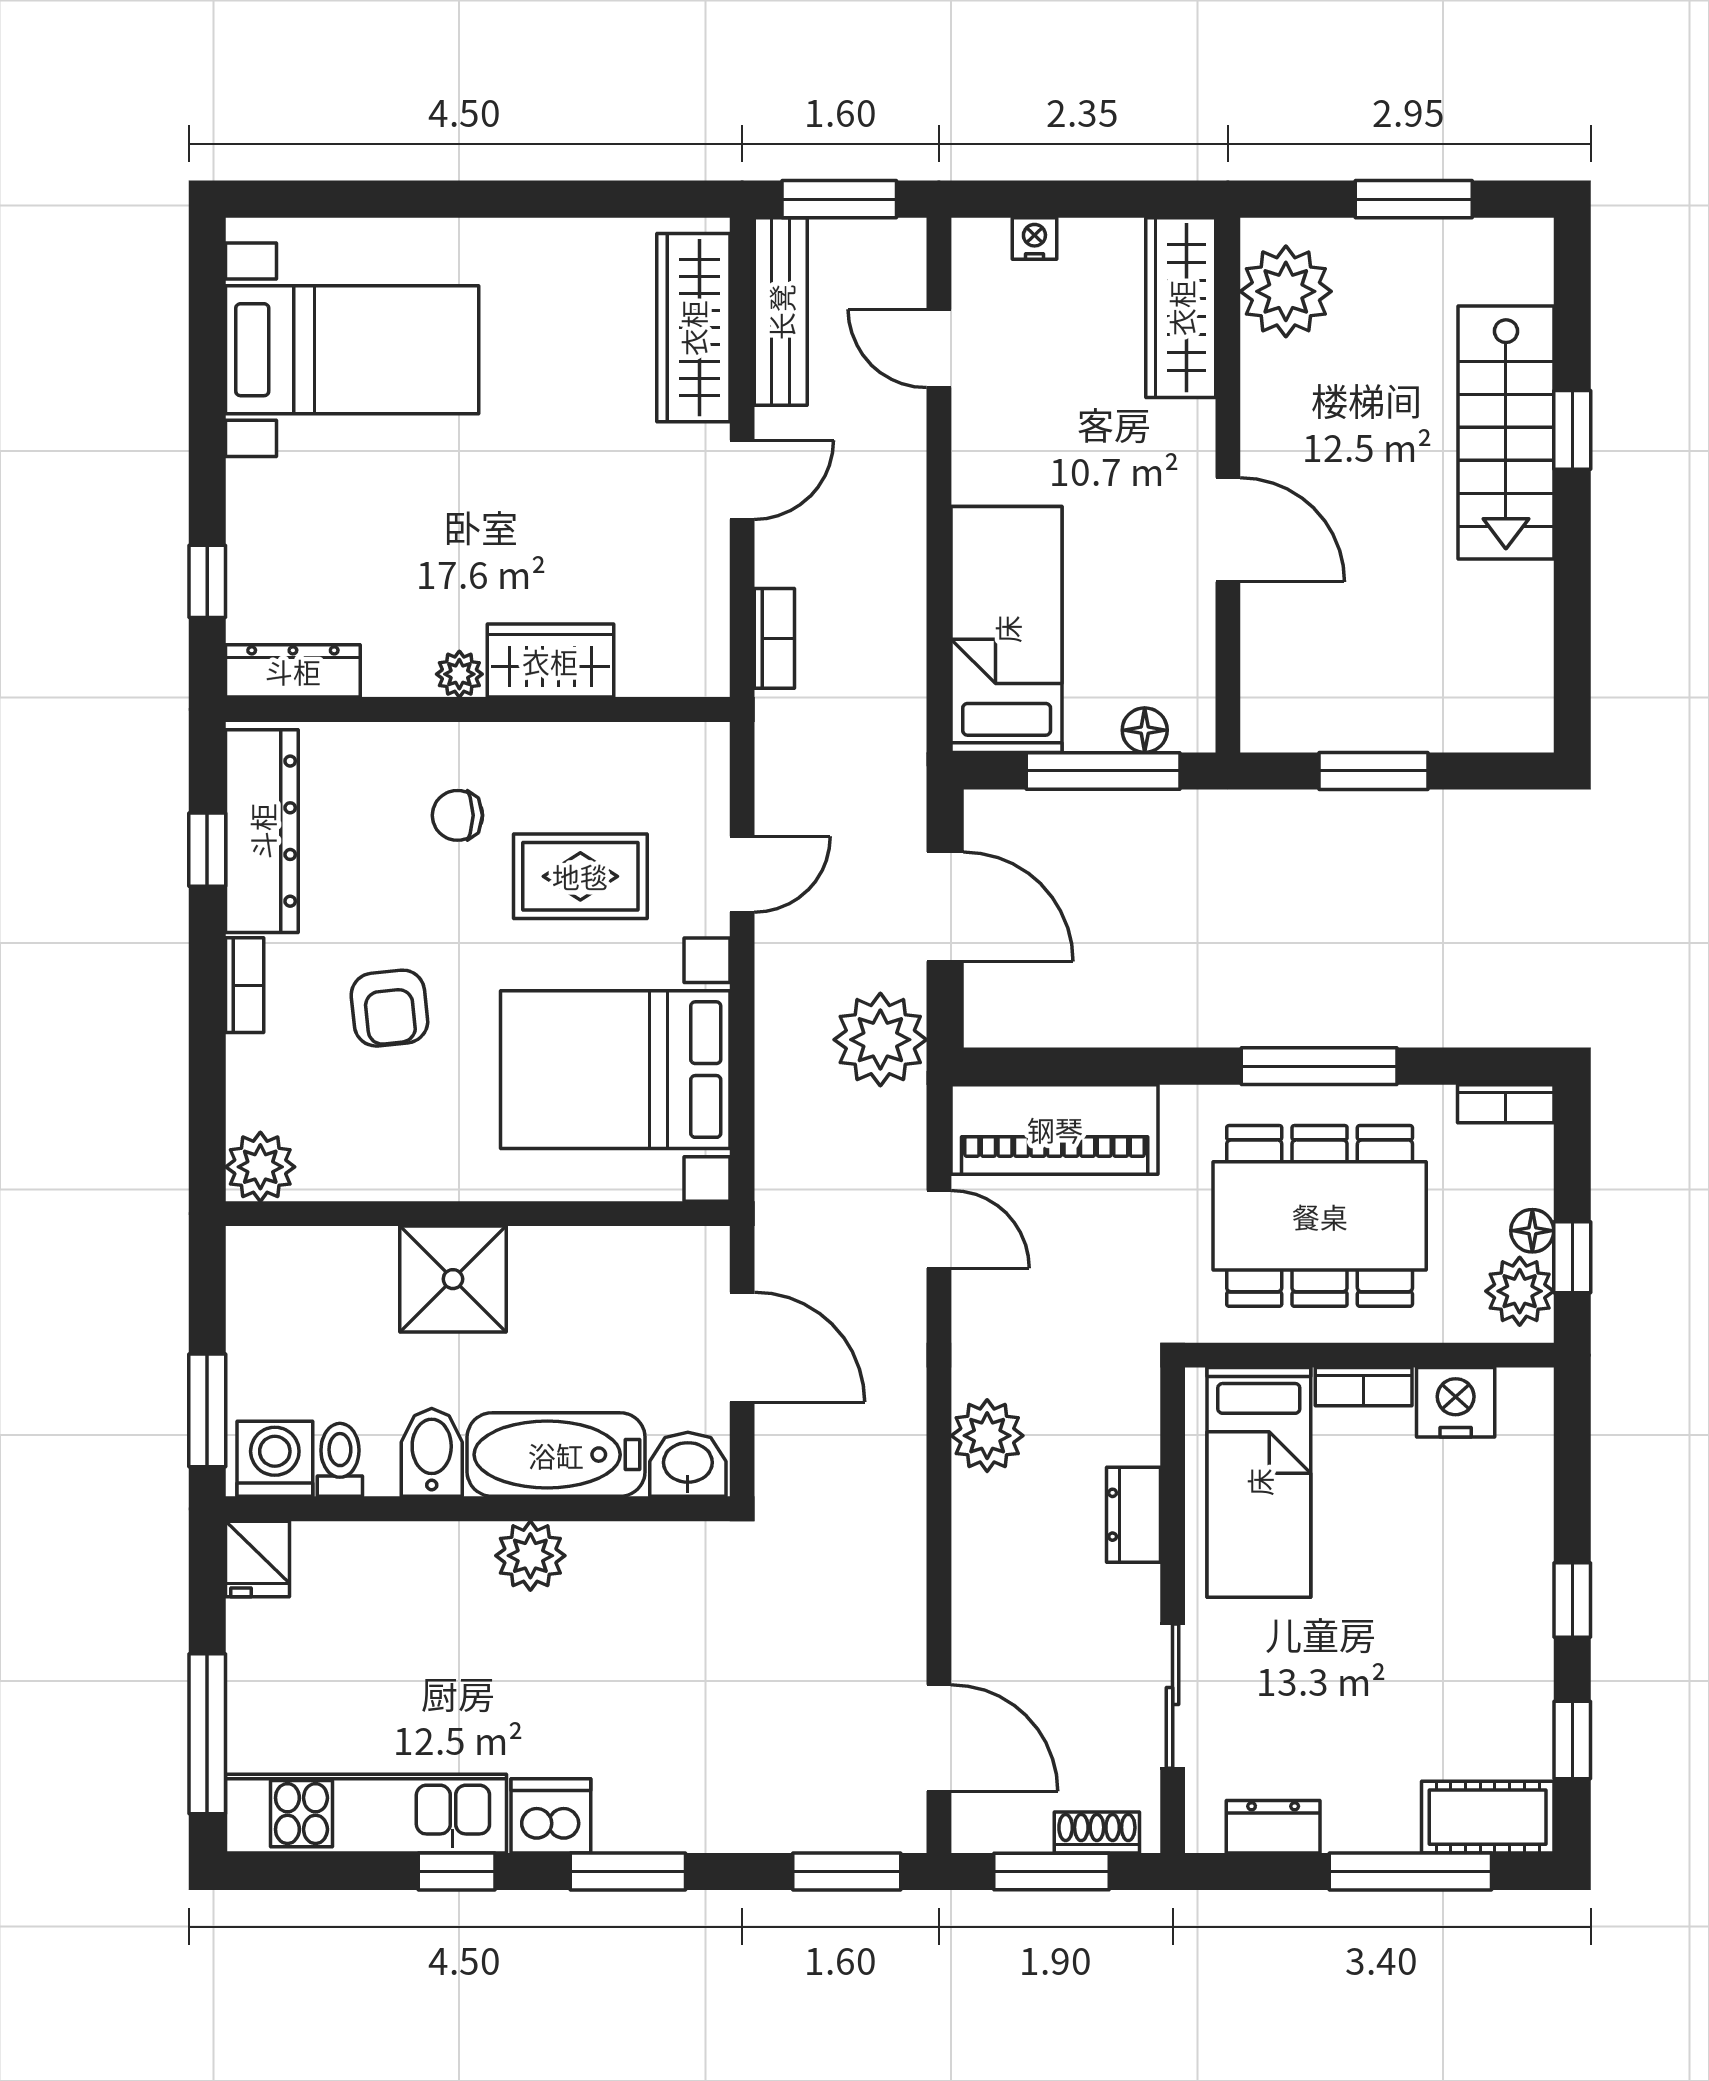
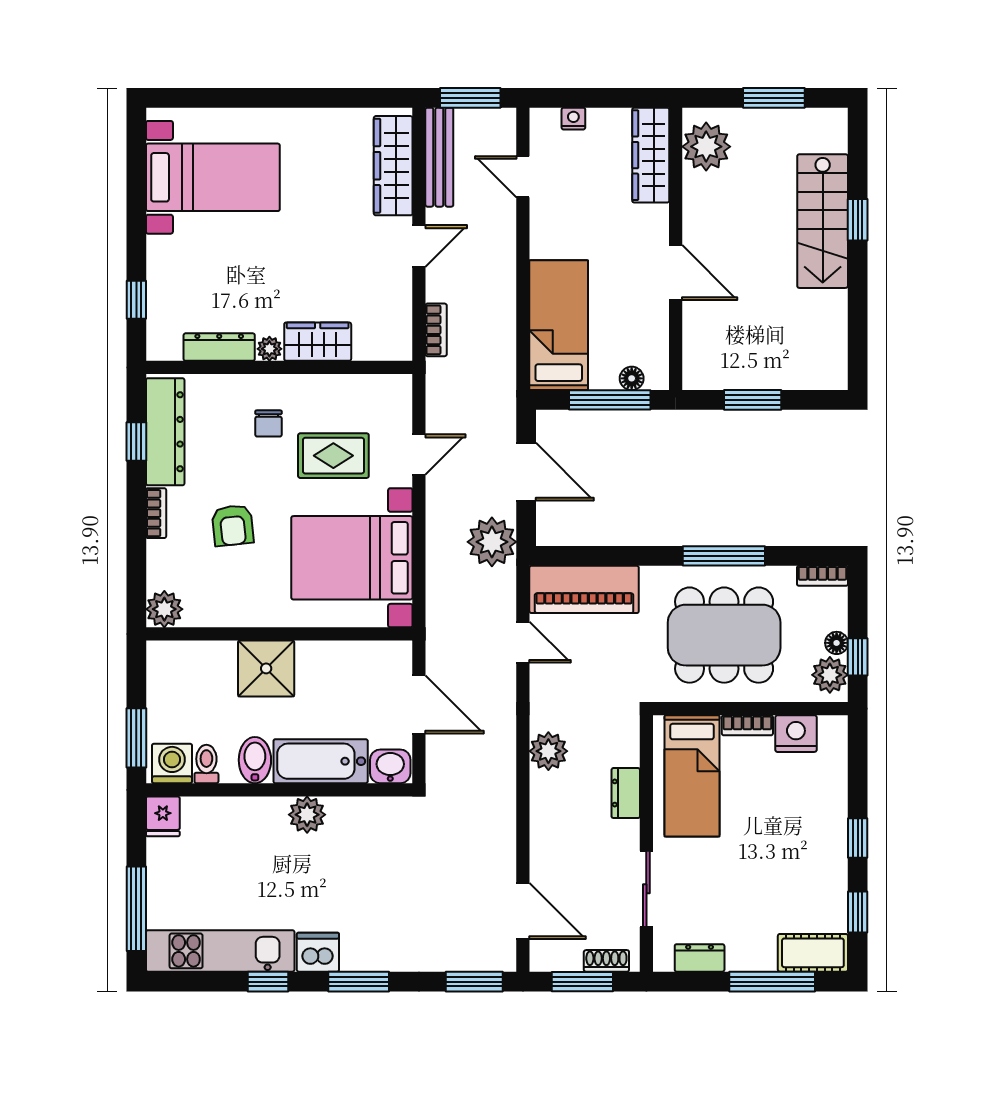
dresser: (293, 671) -> (219, 347), moved
chair: (457, 815) -> (268, 423), turned -90

